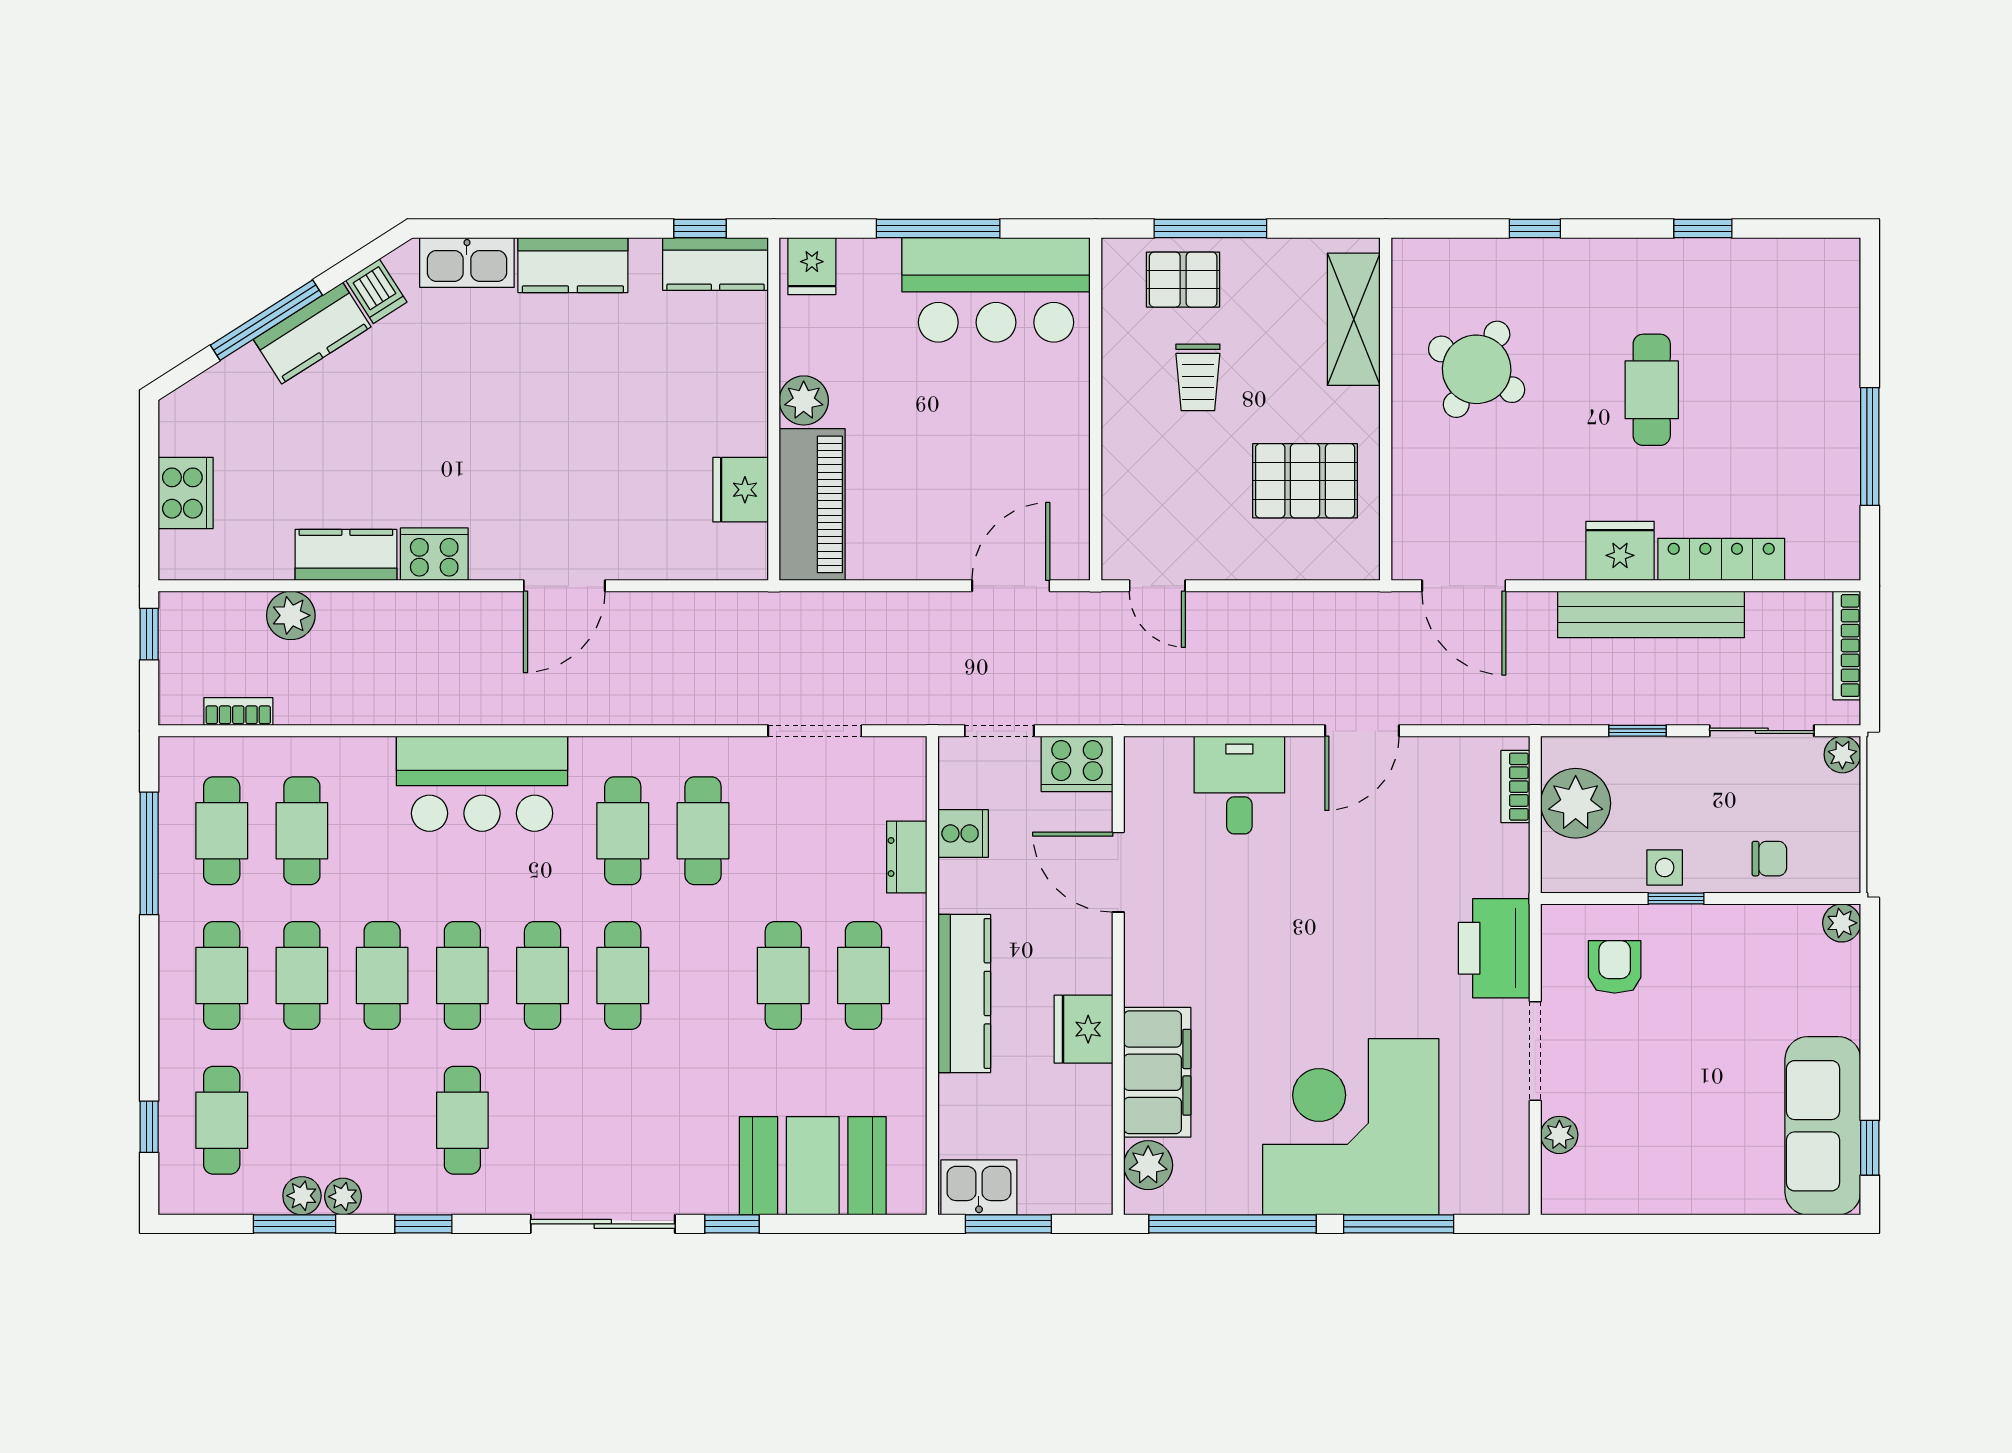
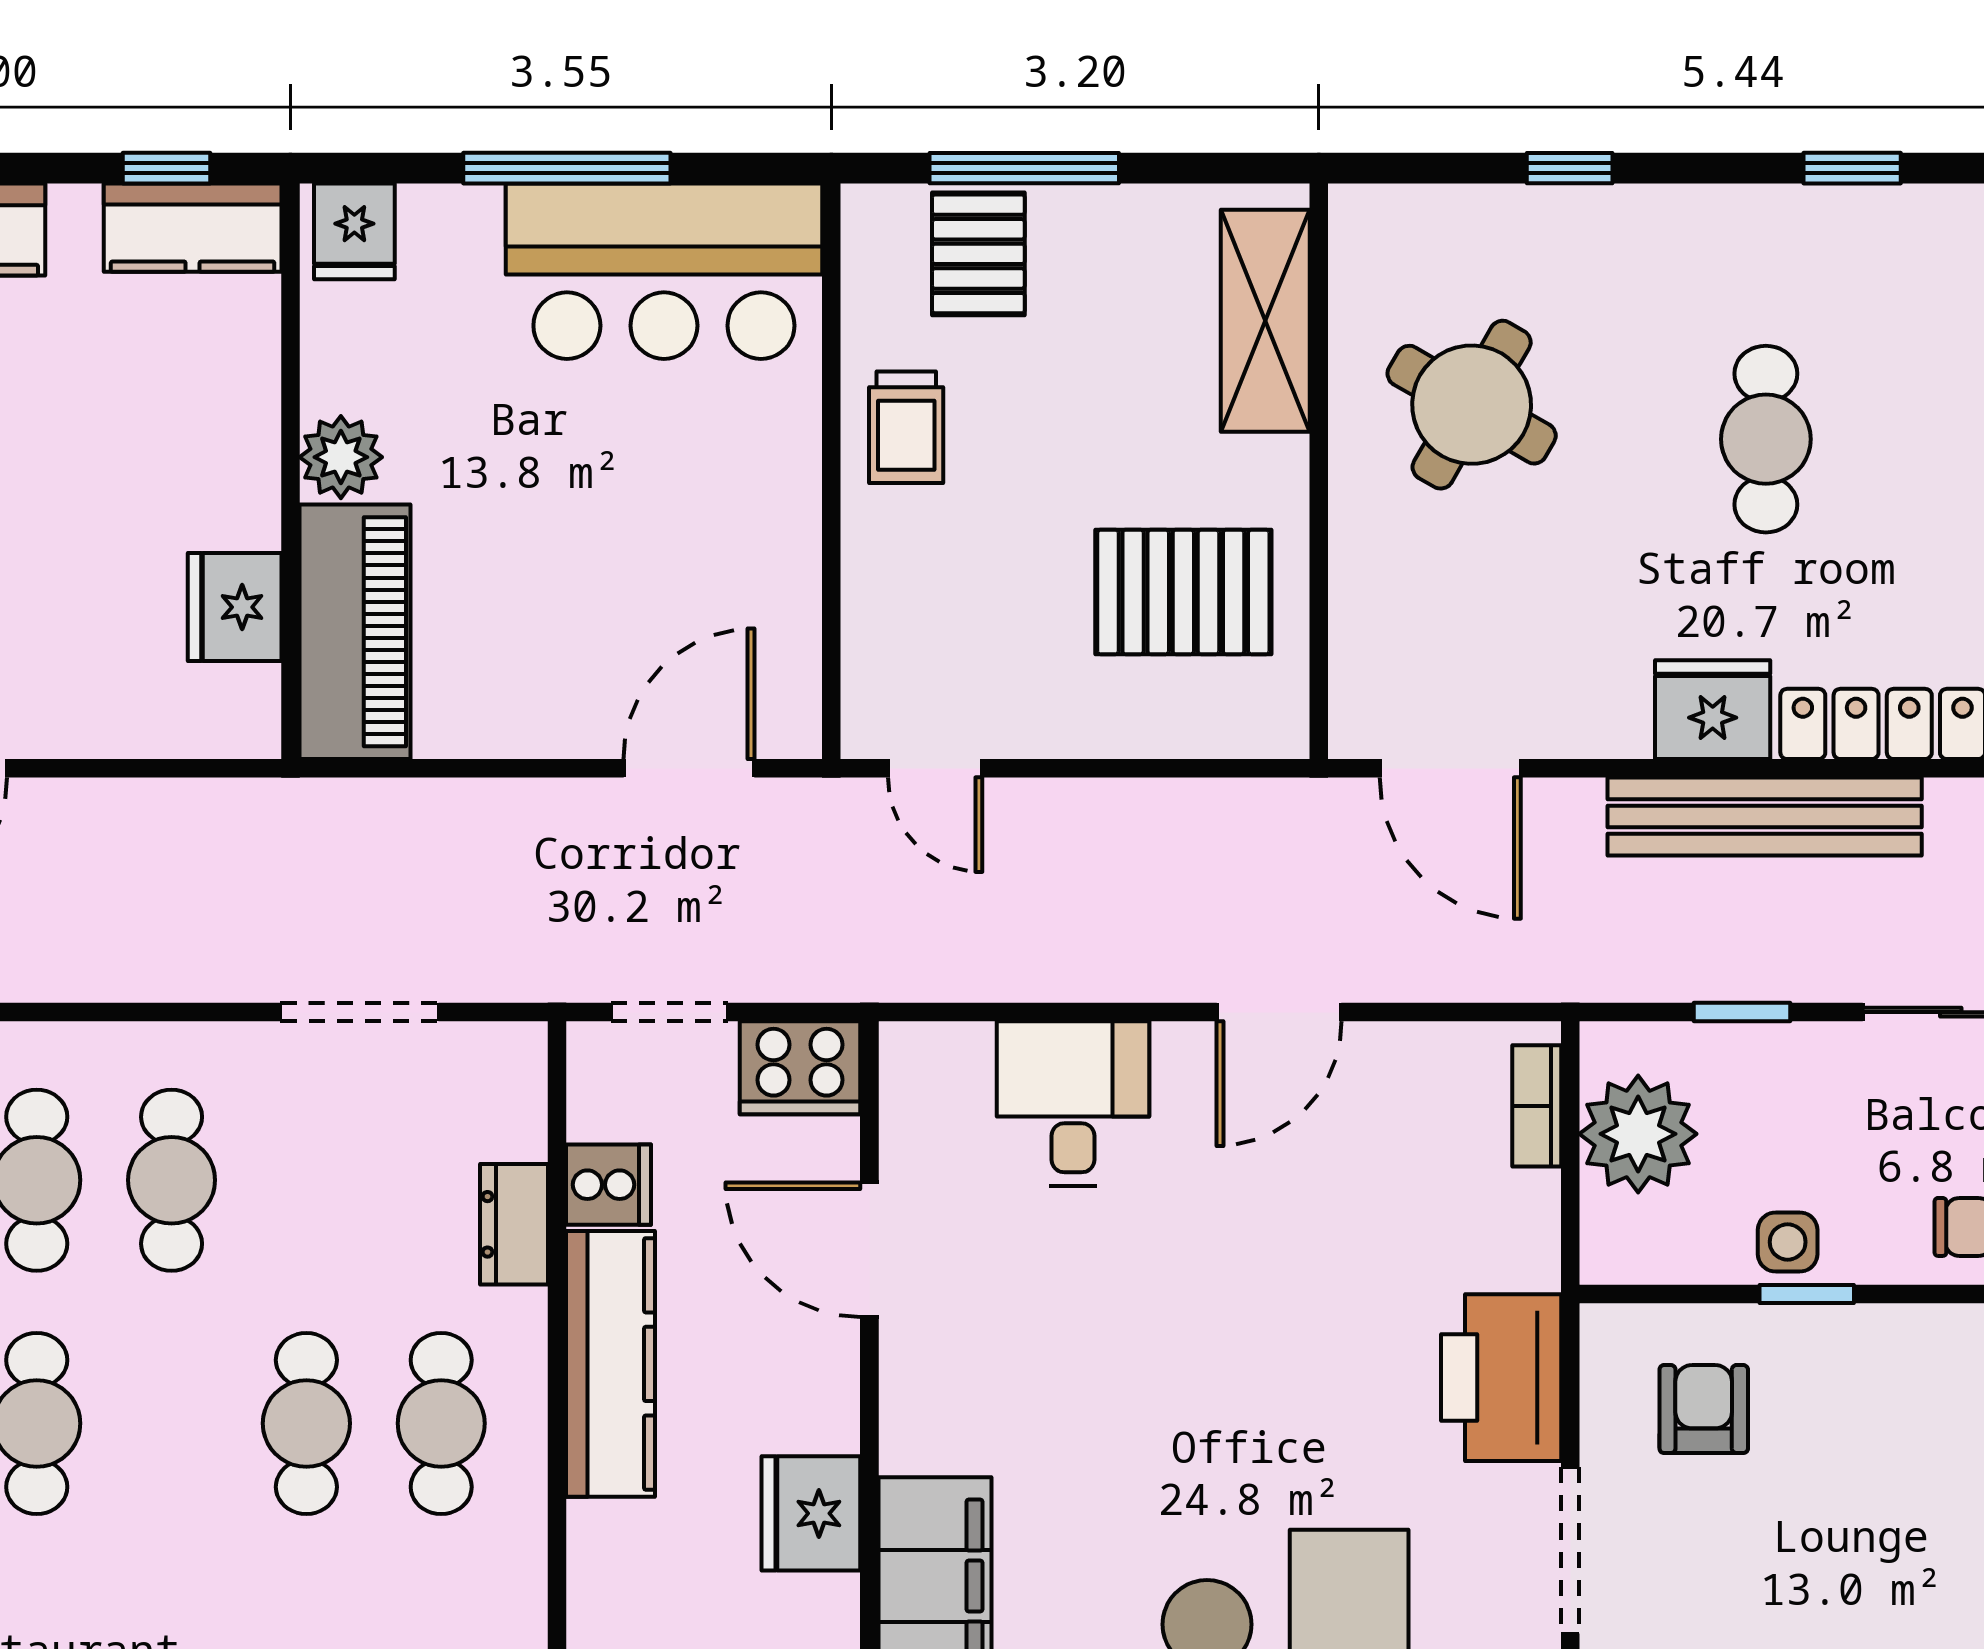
pallet: (1183, 280) -> (978, 254), turned 90
trolley: (1198, 377) -> (906, 427), moved
kitchen counter: (964, 993) -> (611, 1364), moved

